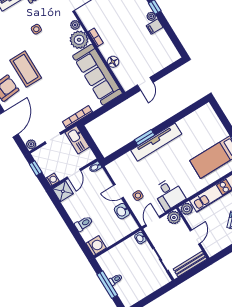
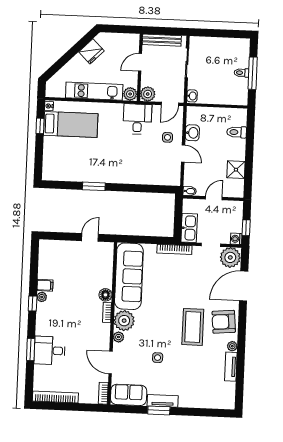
floor lamp: (113, 62) -> (105, 295), moved
window: (145, 137) -> (94, 186), moved
tv unit: (156, 142) -> (117, 176), removed
plant: (31, 144) -> (230, 257), width x1.88, depth x1.88
washing machine: (52, 180) -> (236, 239), moved
shower: (63, 191) -> (236, 170), moved
toilet: (84, 224) -> (237, 132), moved
washing machine: (96, 246) -> (238, 117), removed

